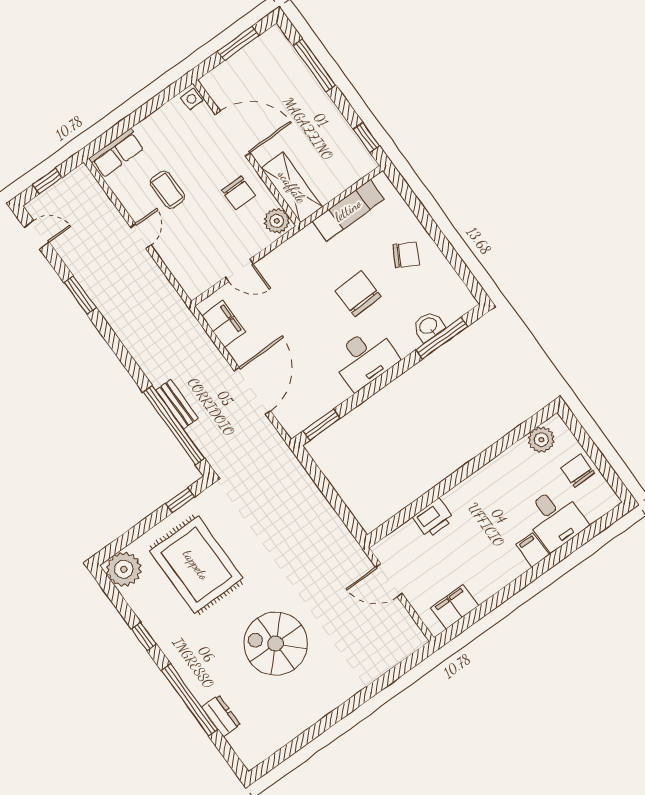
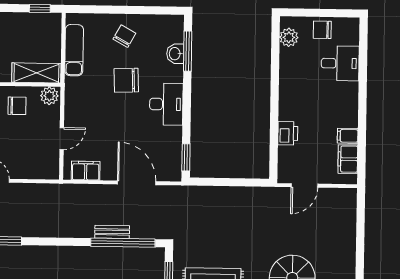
filing cabinet: (532, 550) -> (348, 136), moved

